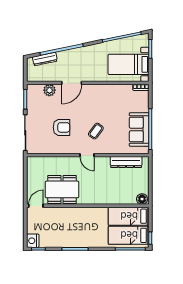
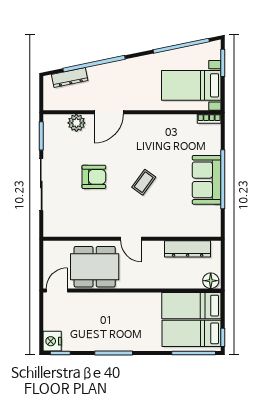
door: (87, 155) -> (131, 239), moved
wall: (88, 155) -> (132, 239), moved
dresser: (126, 162) -> (188, 249), moved

